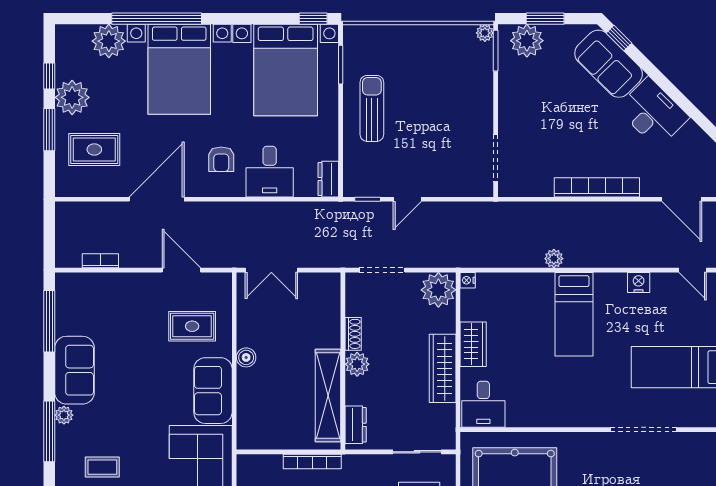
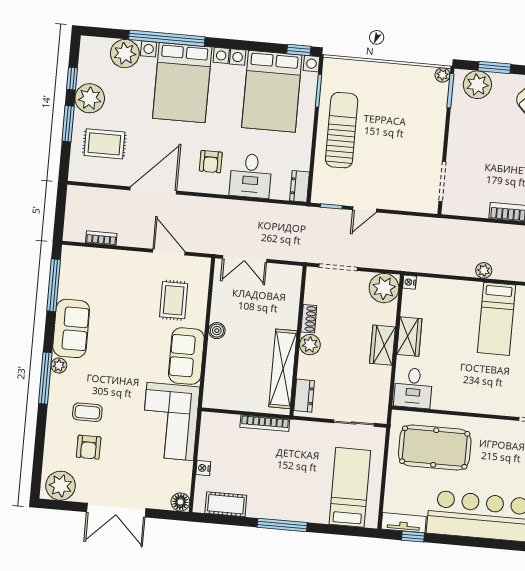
sun lounger: (372, 108) -> (342, 130), width x1.36, depth x1.34
rug: (192, 326) -> (174, 300), turned 90
wardrobe: (443, 368) -> (383, 345), width x0.67

